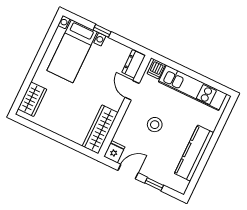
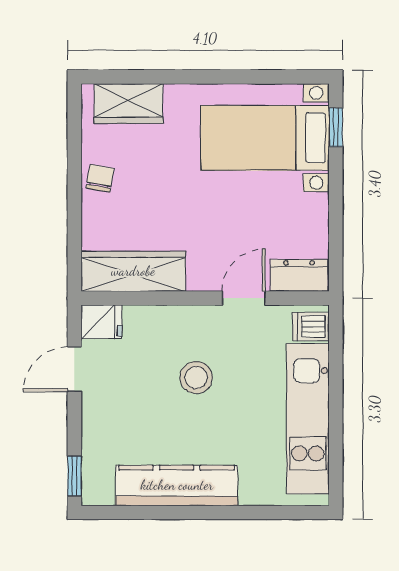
window: (102, 31) -> (336, 127), moved
chair: (57, 125) -> (100, 178), added
door: (128, 172) -> (74, 369), swing flipped
window: (154, 184) -> (74, 476), moved

